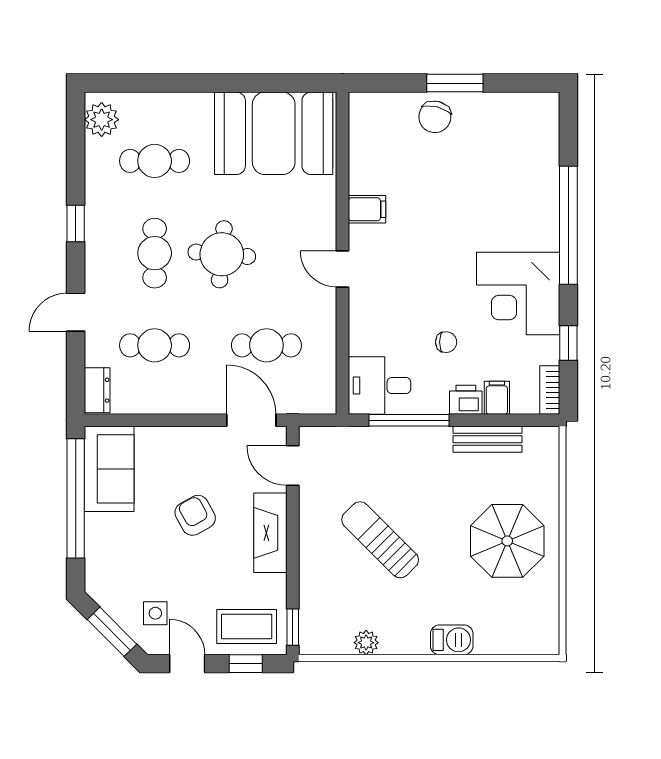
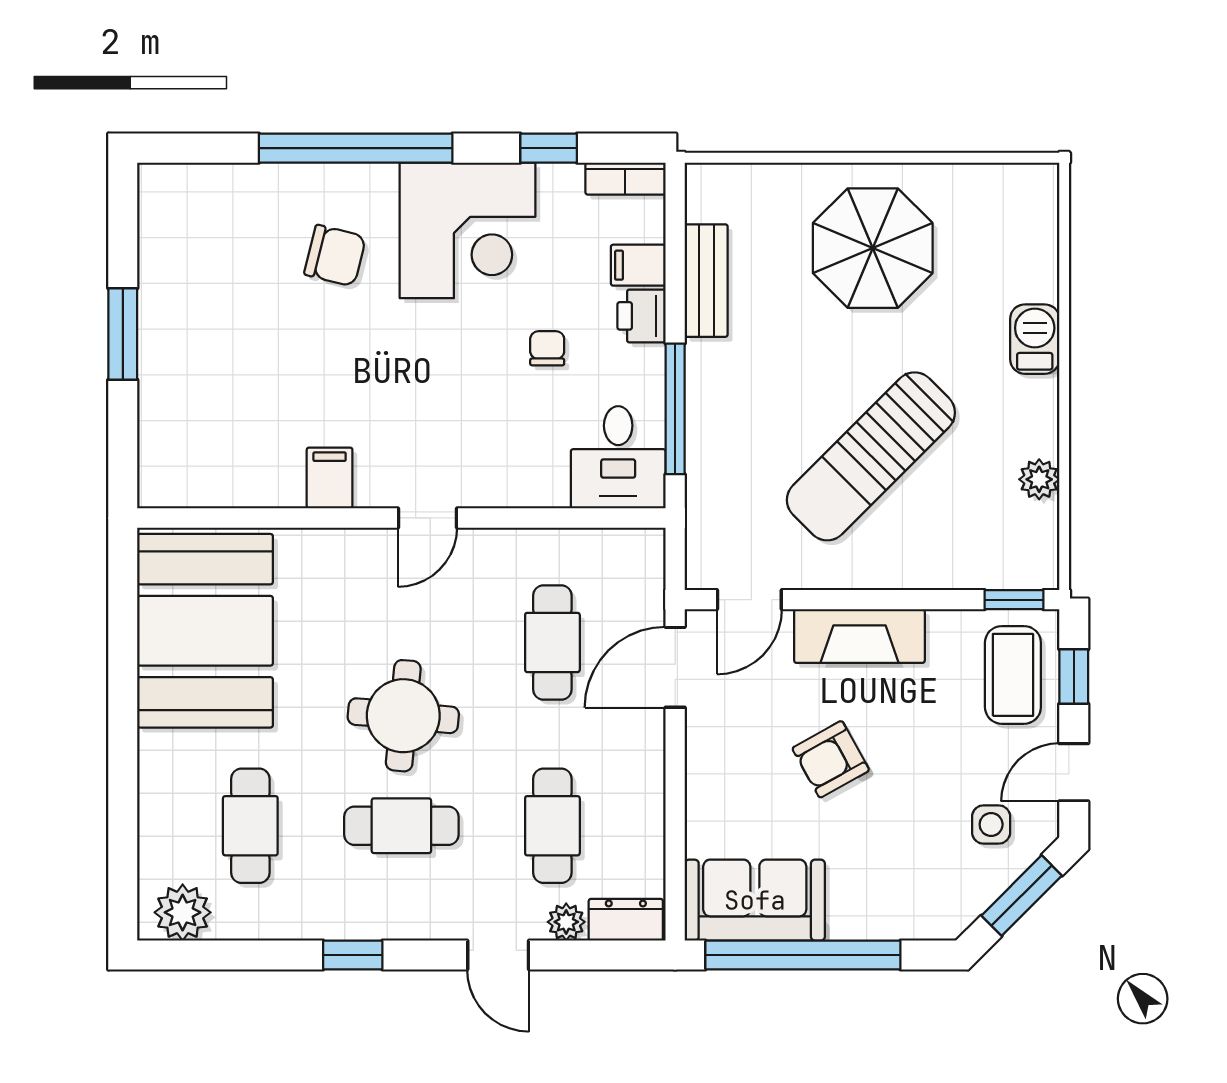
chair: (435, 117) -> (335, 256), moved
plant: (96, 354) -> (566, 922), added
sun lounger: (380, 540) -> (871, 456), width x1.36, depth x1.34

